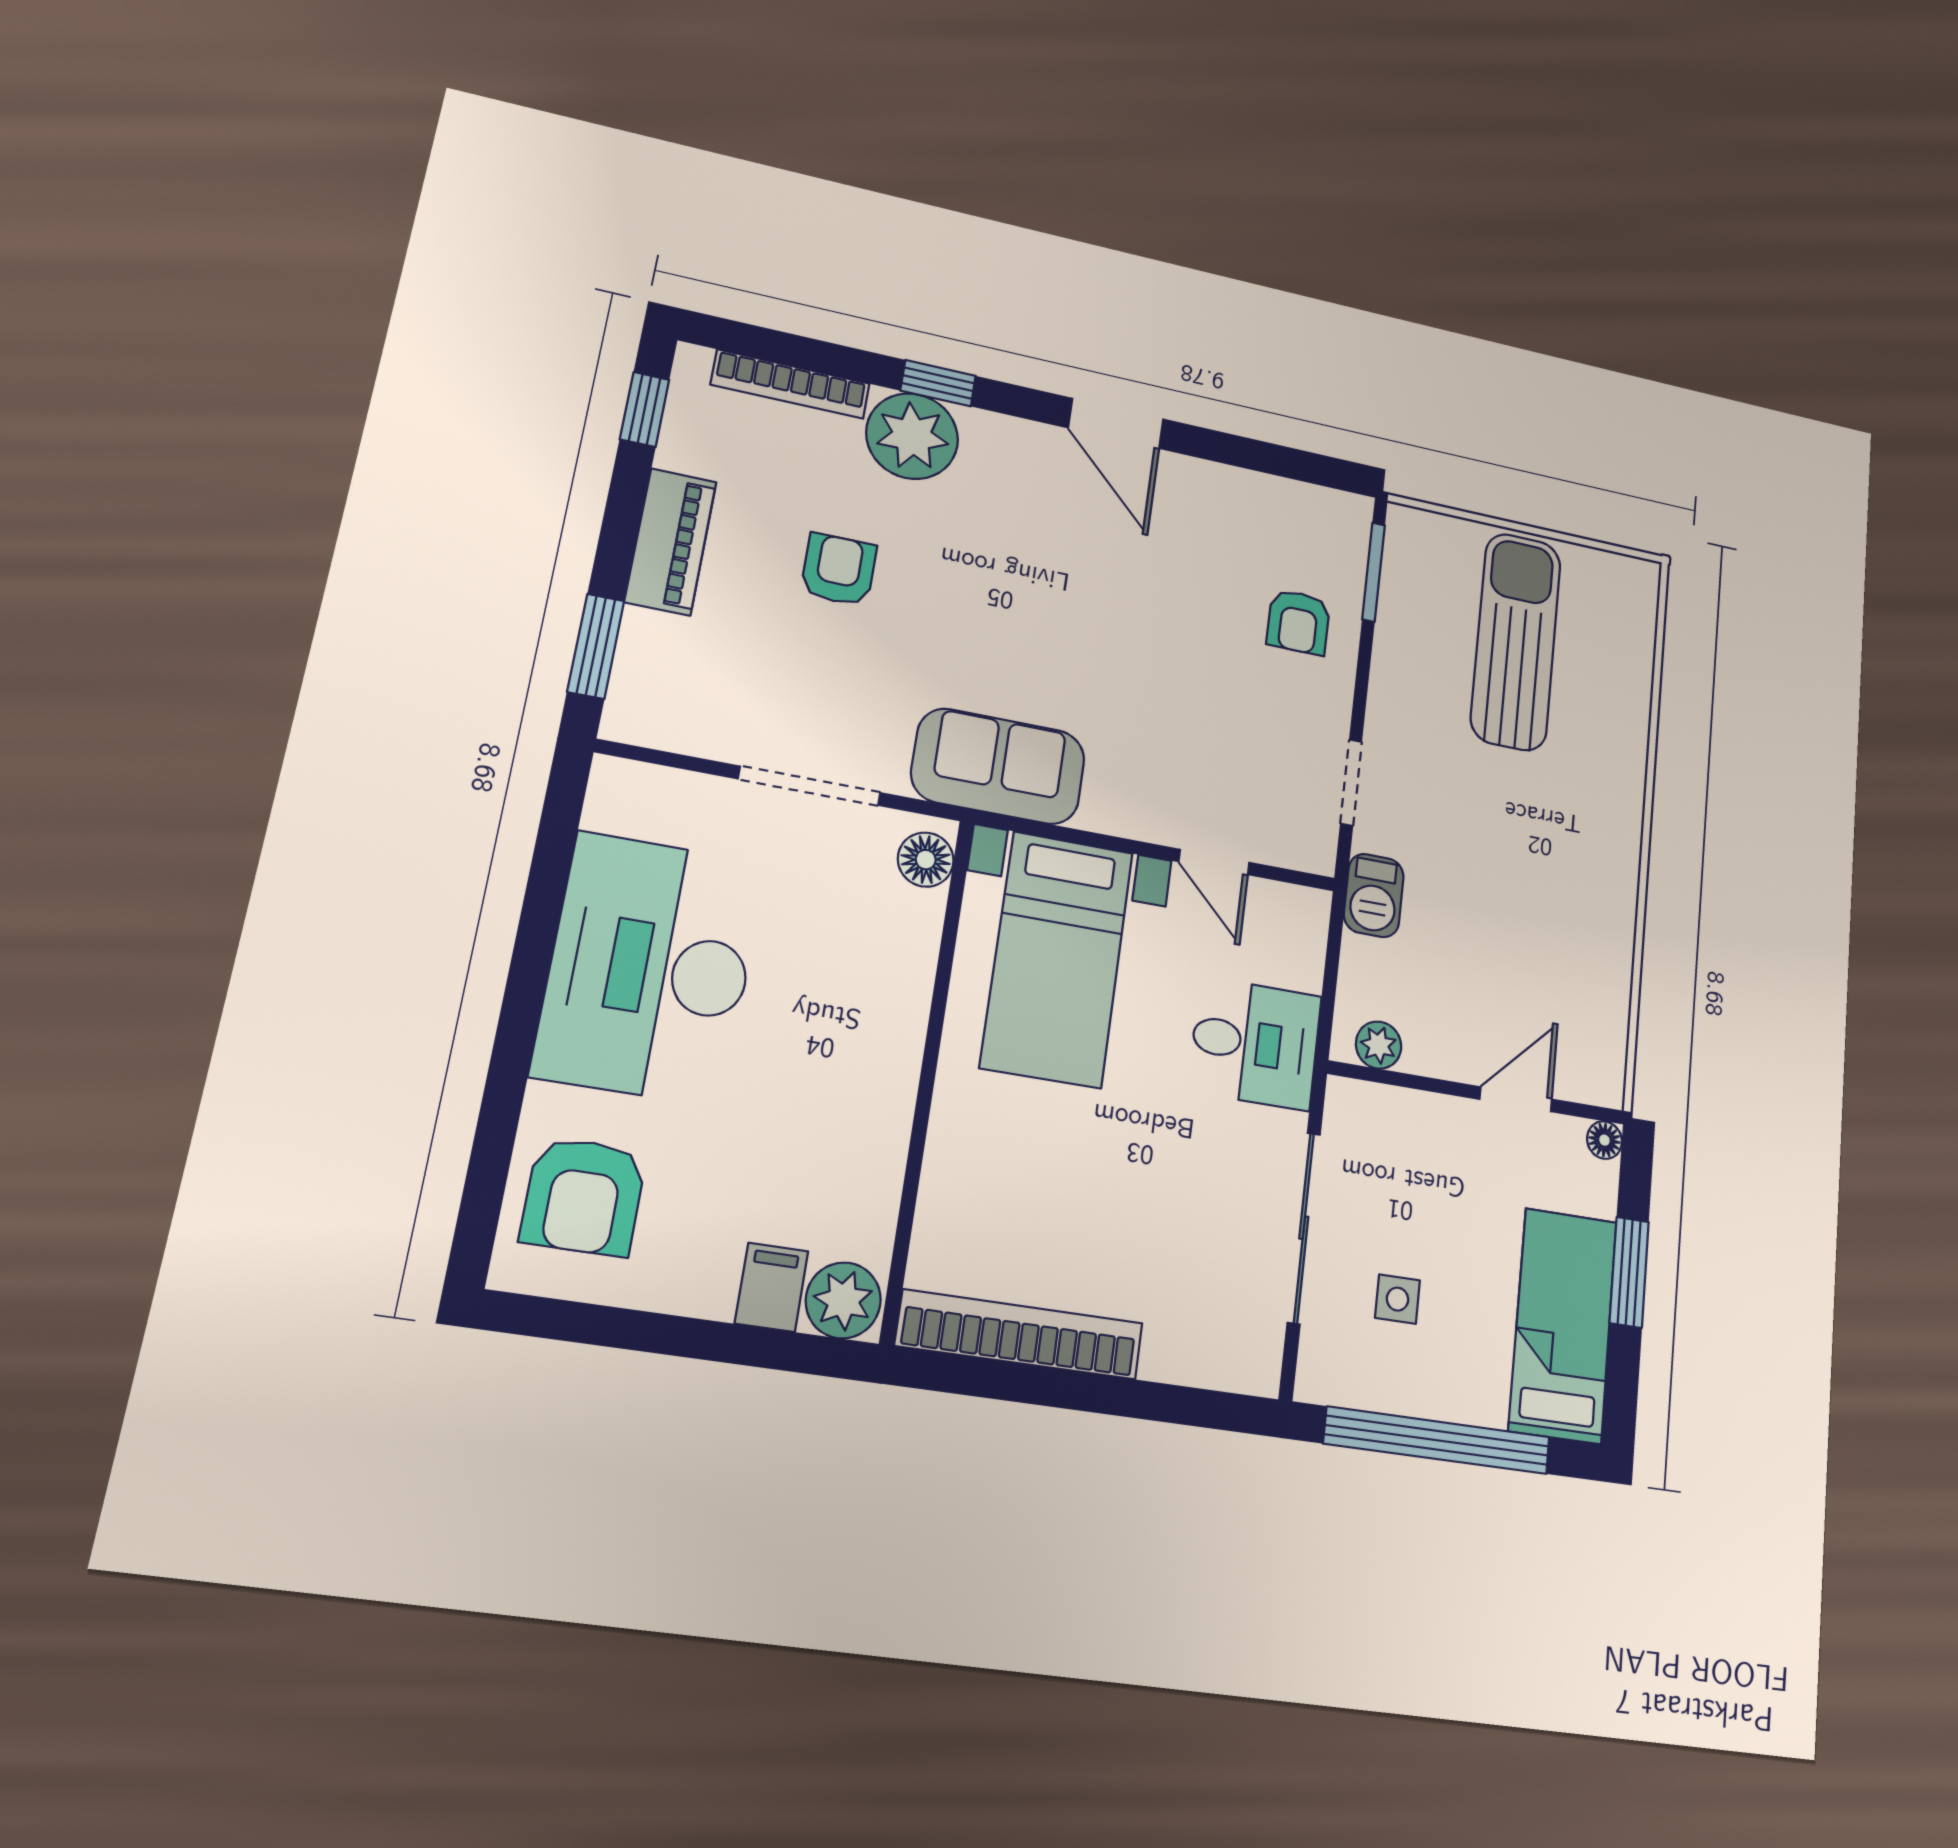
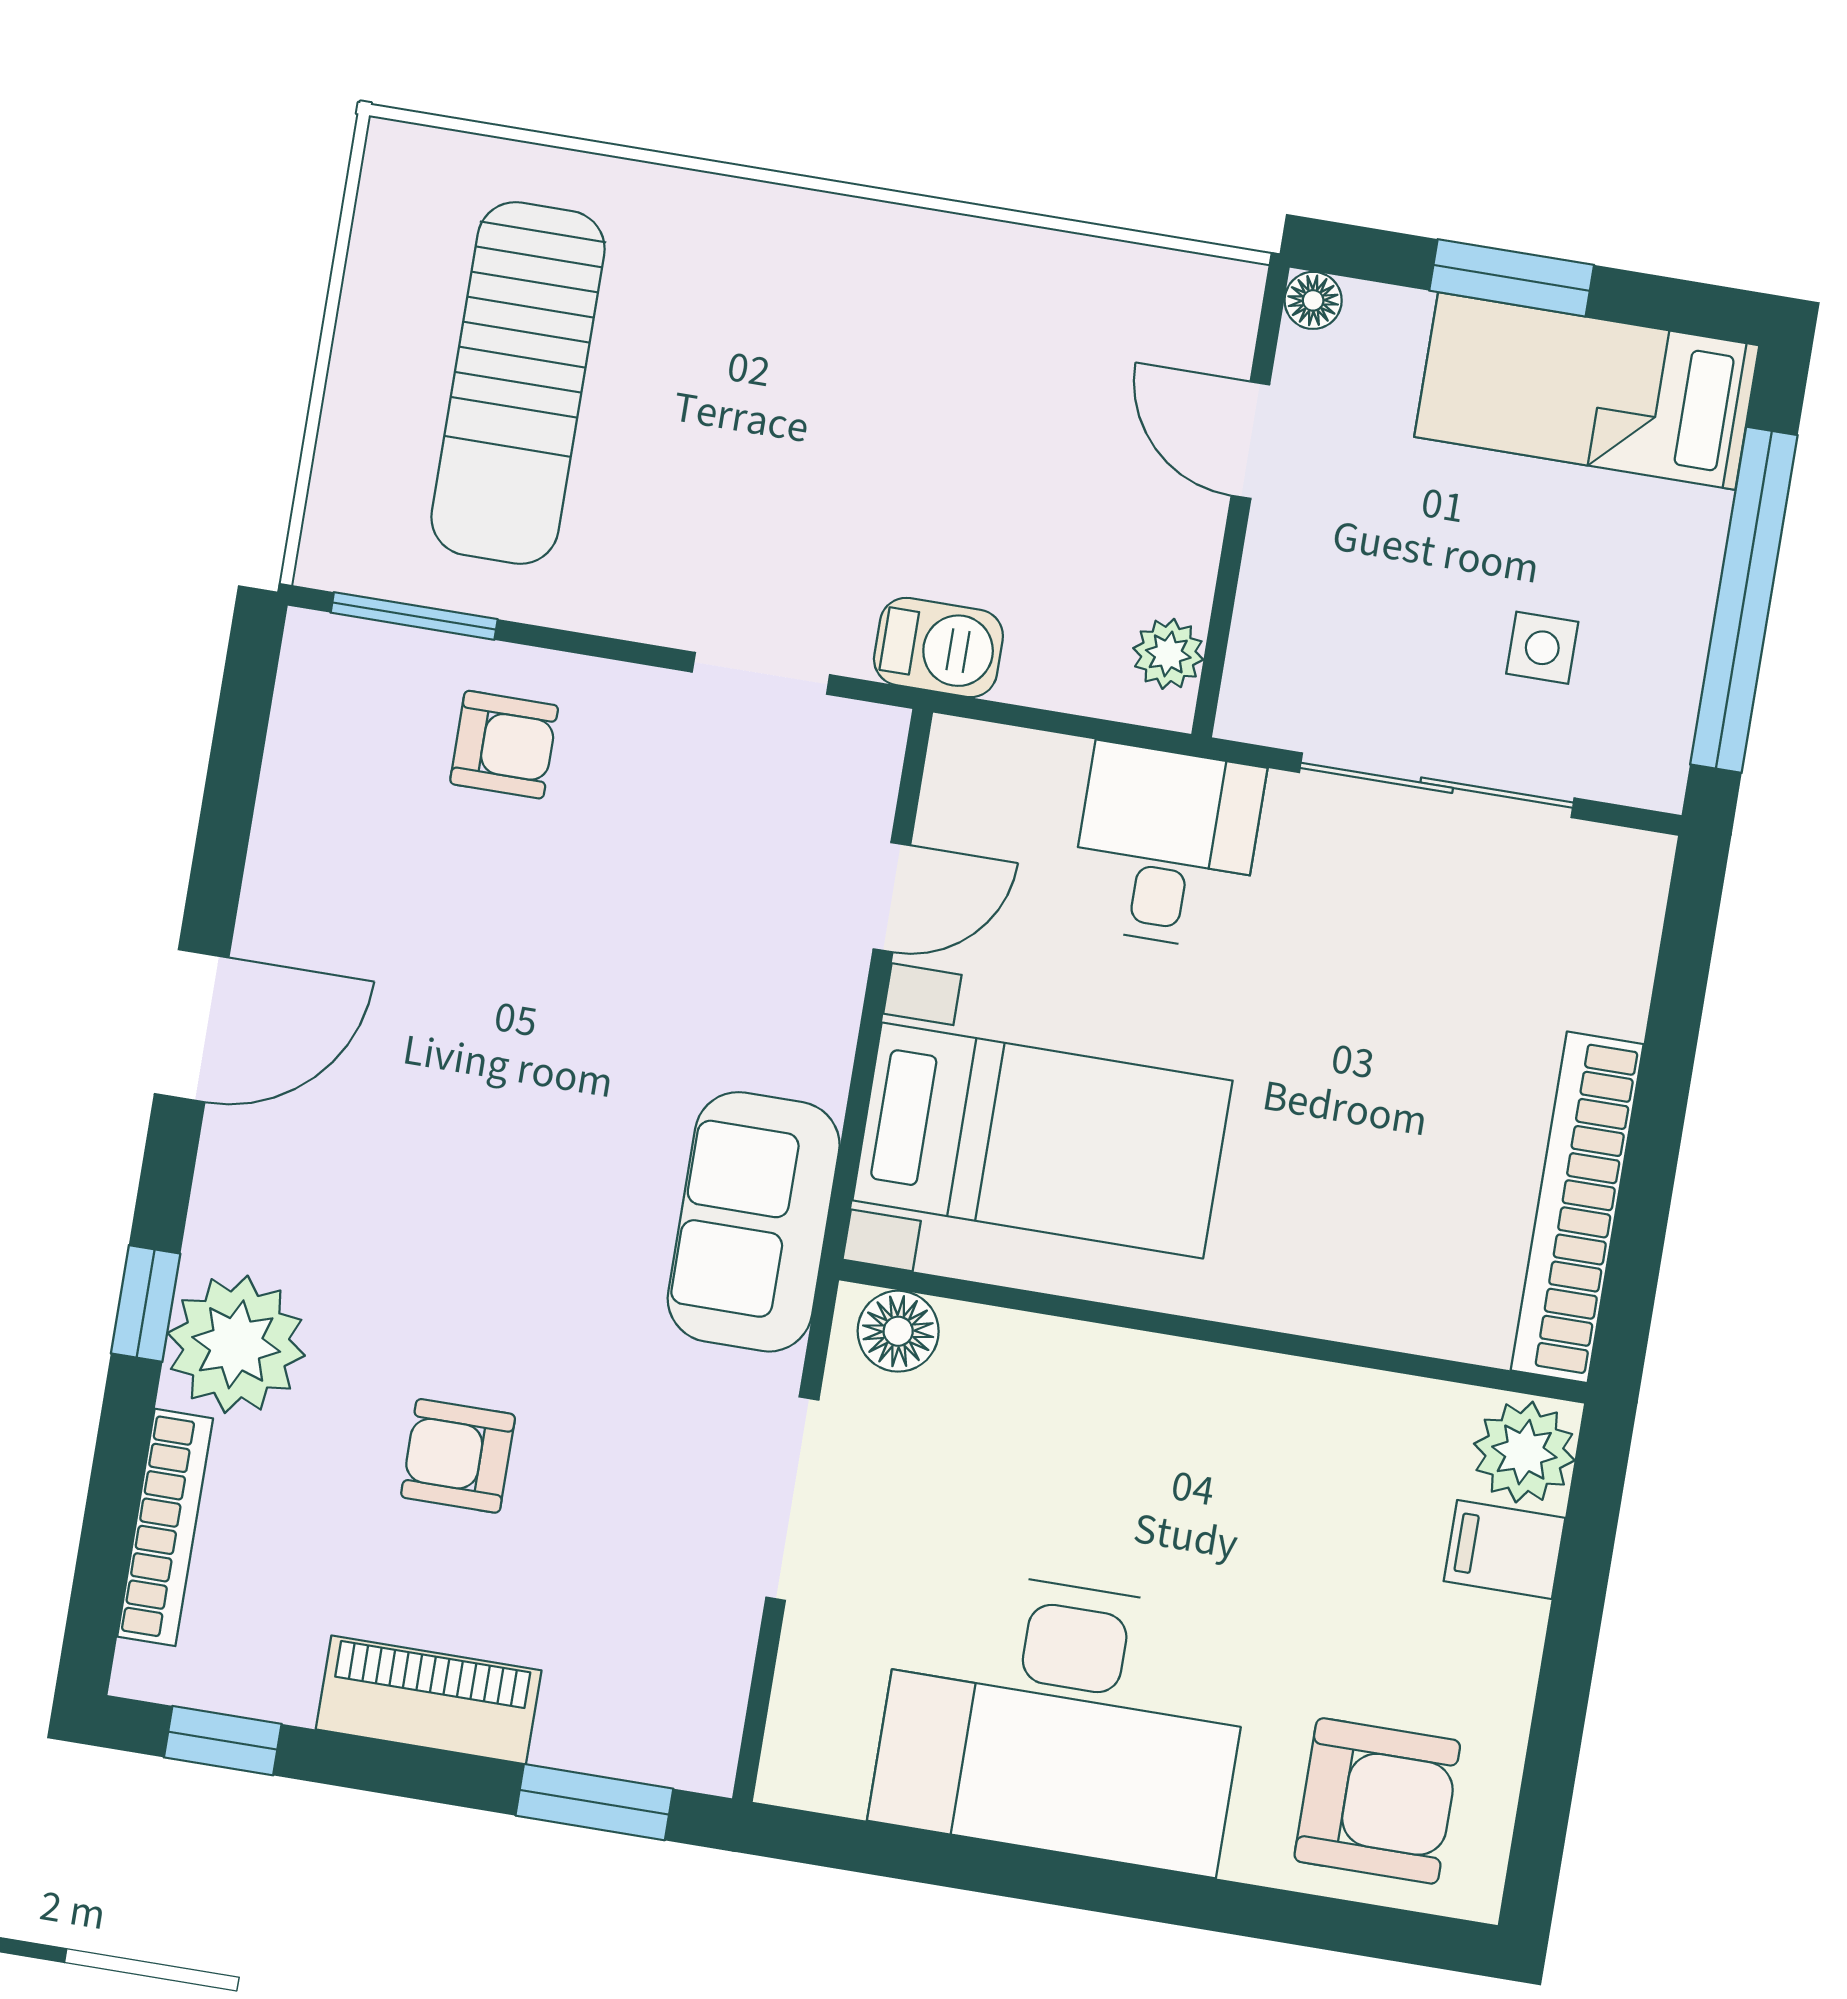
sun lounger: (1516, 641) -> (518, 383), turned -90

